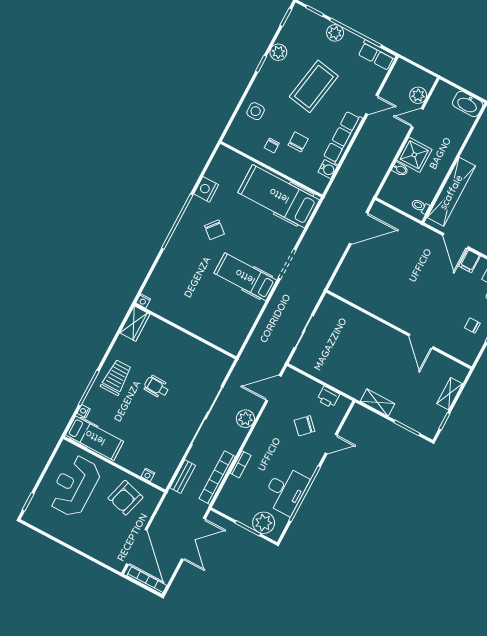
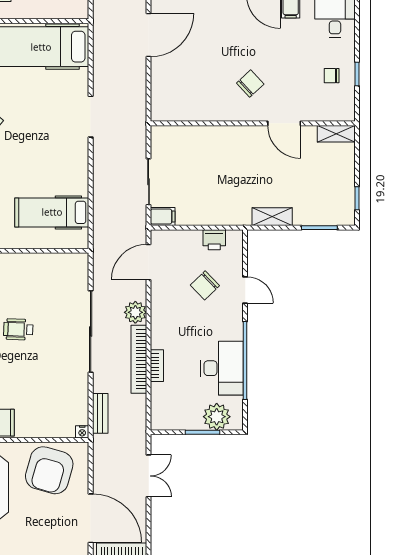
hospital bed: (245, 277) -> (52, 212), moved
chair: (412, 301) -> (250, 84), added
filing cabinet: (301, 361) -> (163, 216), added
shelving: (450, 394) -> (336, 134), moved, turned 90
door: (331, 444) -> (245, 290), hinge flipped
nightstand: (148, 475) -> (82, 432), moved
bookcase: (217, 478) -> (139, 359), moved
armchair: (125, 498) -> (49, 470), width x1.36, depth x1.36
double door: (193, 539) -> (149, 476), width x0.73

